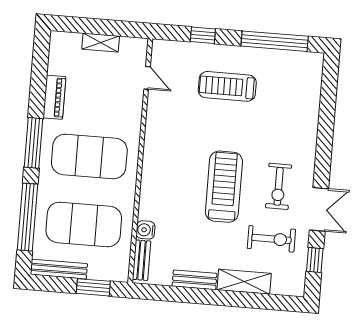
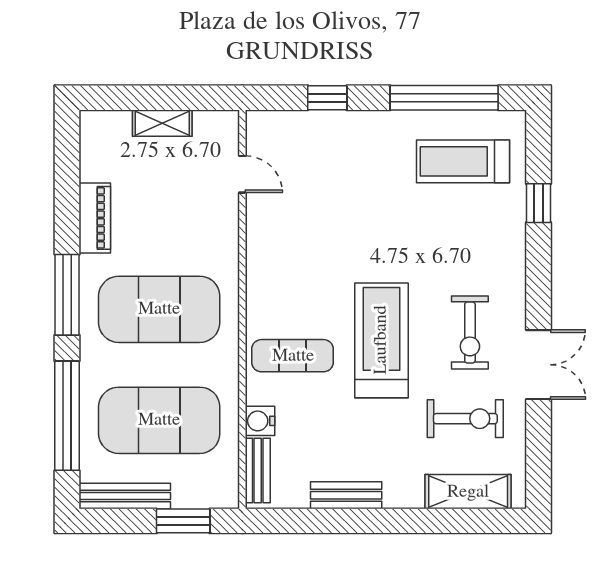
treadmill: (227, 86) -> (463, 161), moved
exercise mat: (169, 192) -> (293, 356), added
window: (315, 260) -> (539, 203), moved
shelving: (244, 282) -> (468, 492), moved

